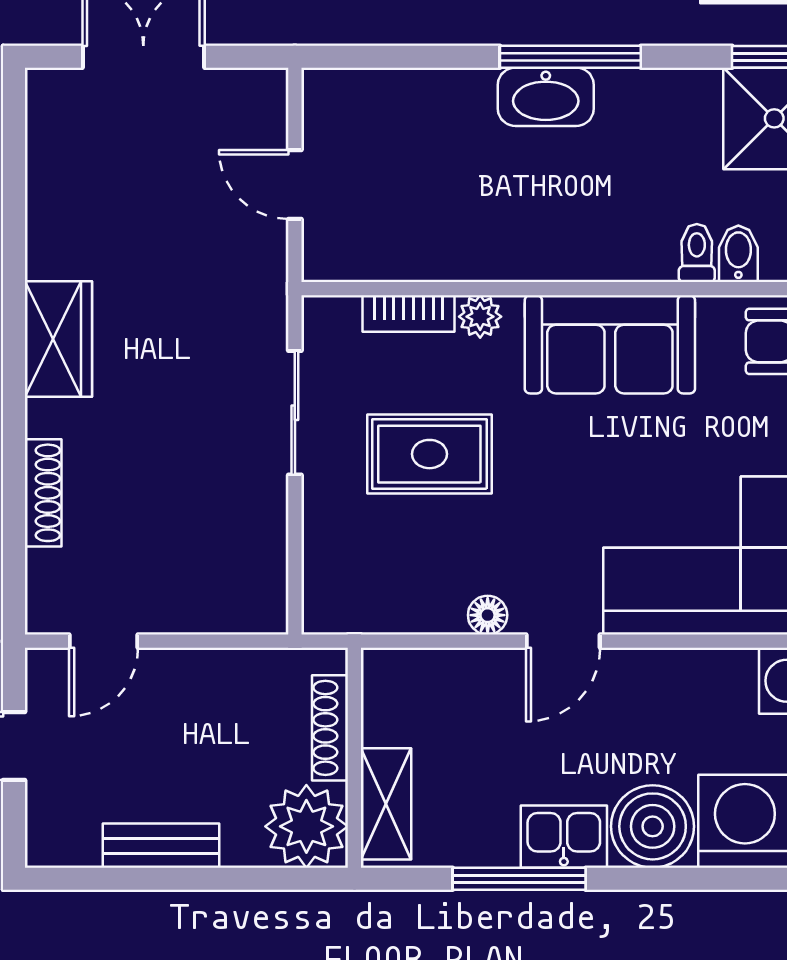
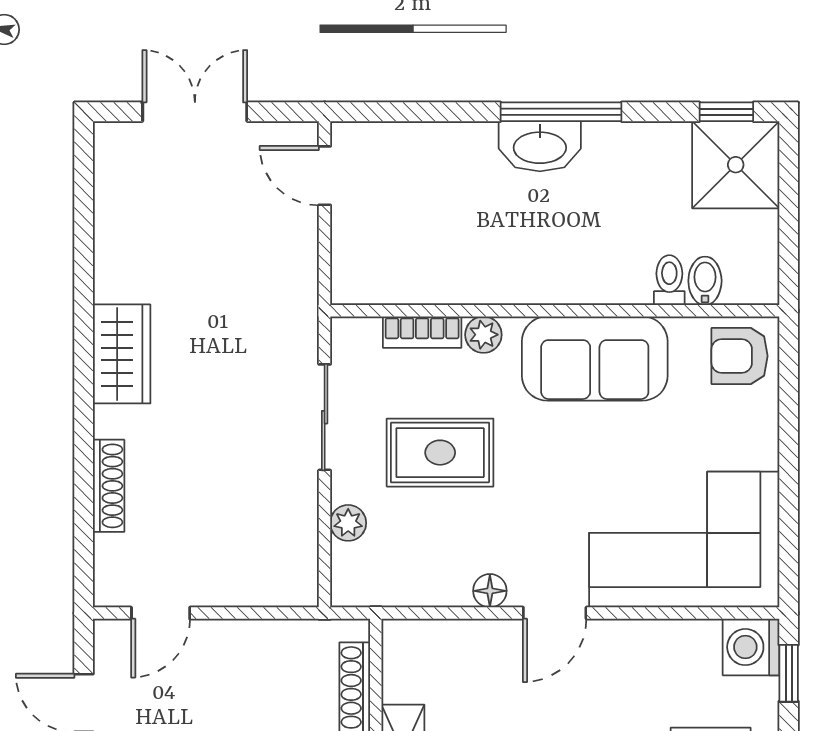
door: (295, 184) -> (325, 176), moved
plant: (322, 536) -> (348, 523), added

